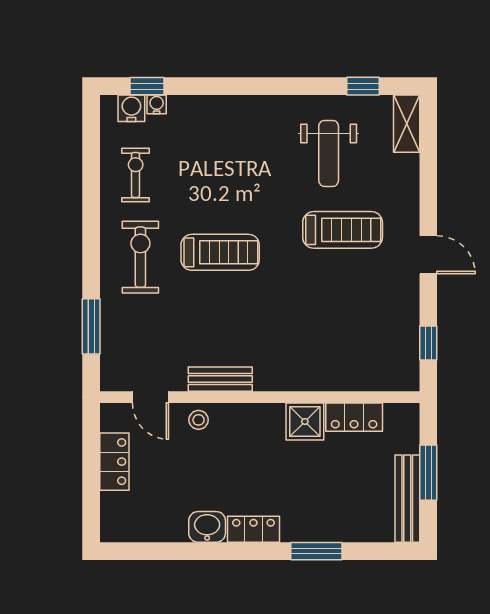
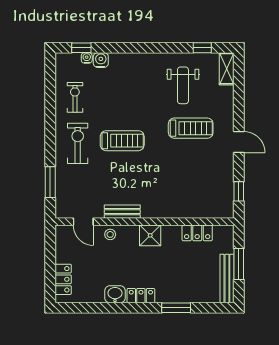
water cooler: (131, 108) -> (101, 60), moved
shower: (305, 422) -> (150, 235), moved
locker: (114, 462) -> (63, 279), moved

